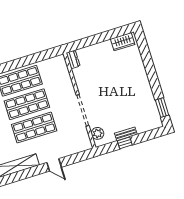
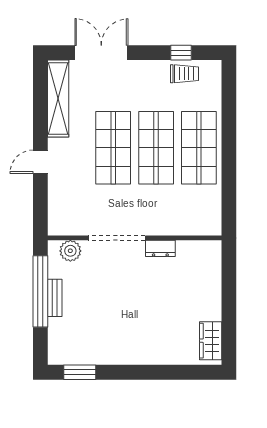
dresser: (73, 59) -> (160, 248), moved
window: (125, 143) -> (40, 291), width x3.17

